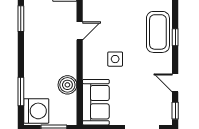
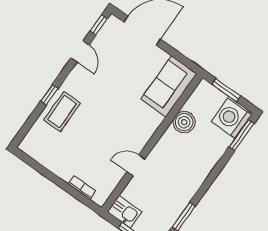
coffee table: (158, 32) -> (62, 112), width x0.73, depth x0.76
side table: (115, 59) -> (121, 115), removed
window: (21, 91) -> (241, 135), moved

